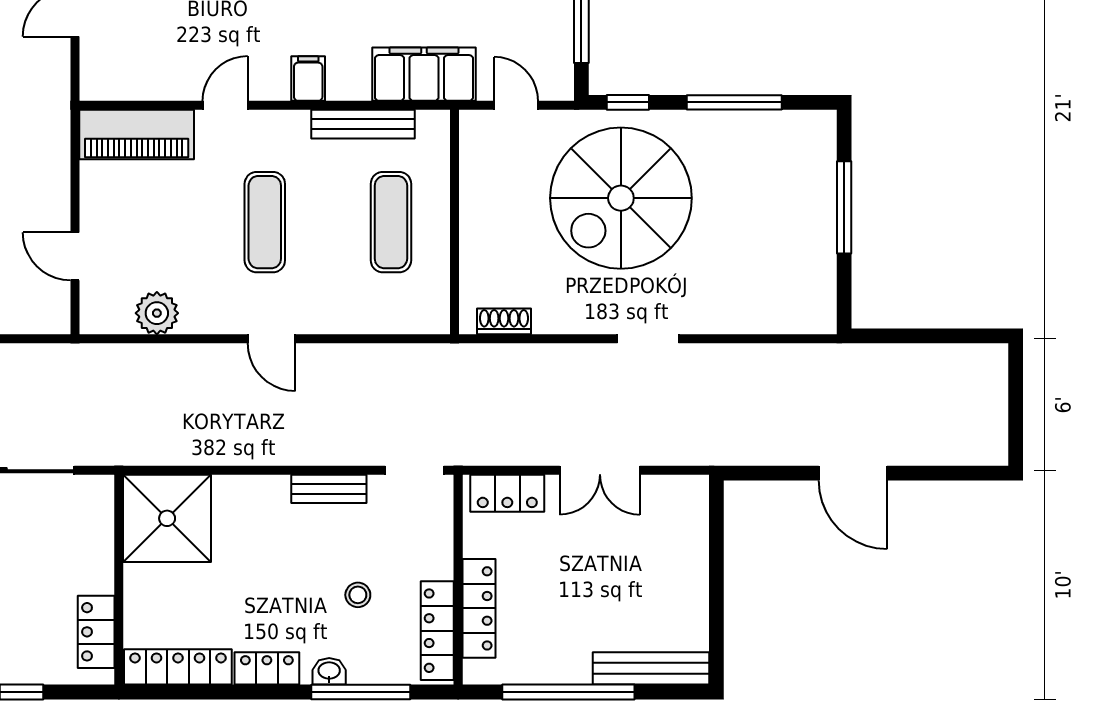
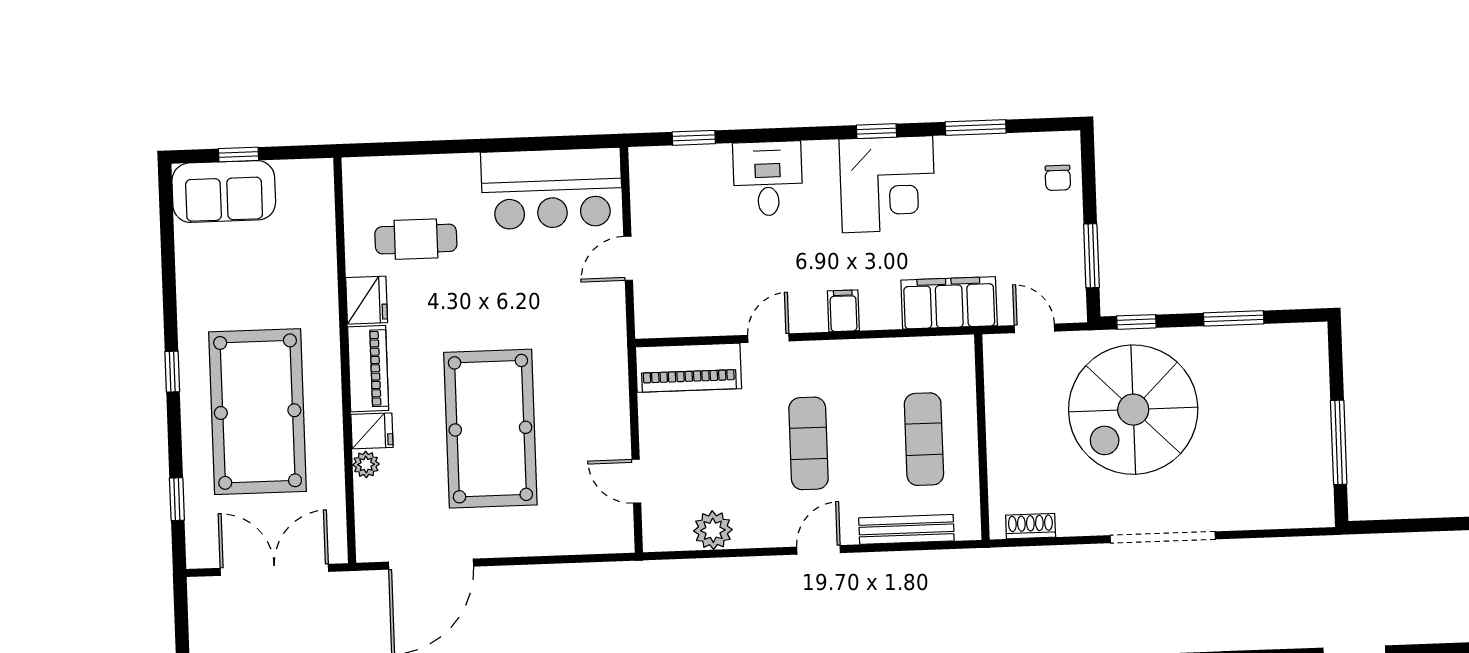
window: (734, 102) -> (1234, 318), width x0.69
bench: (363, 124) -> (906, 529), moved
window: (844, 207) -> (1339, 442), moved
door: (271, 339) -> (819, 550), swing flipped
doorway: (648, 339) -> (1163, 537), width x1.88

